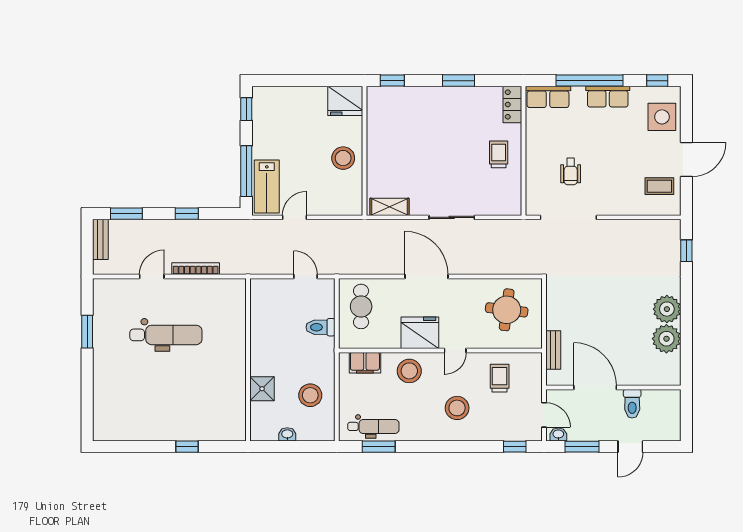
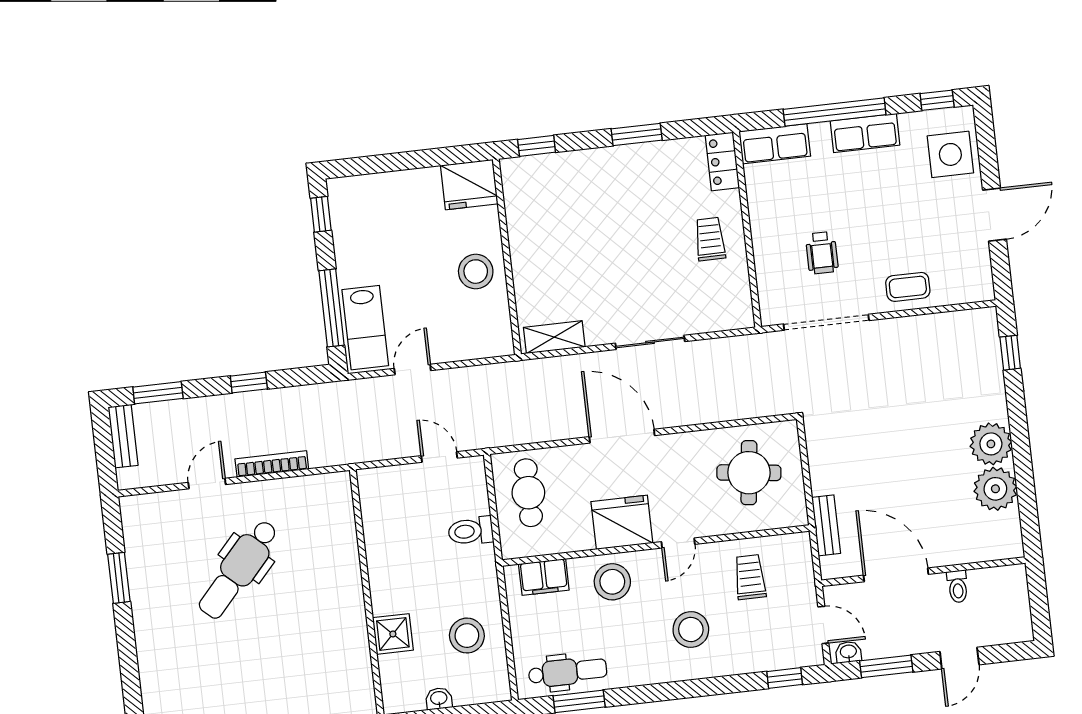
coffee table: (659, 186) -> (908, 287), moved
dental chair: (166, 335) -> (238, 569), turned 132
toilet: (632, 404) -> (958, 587), width x0.73, depth x0.72

